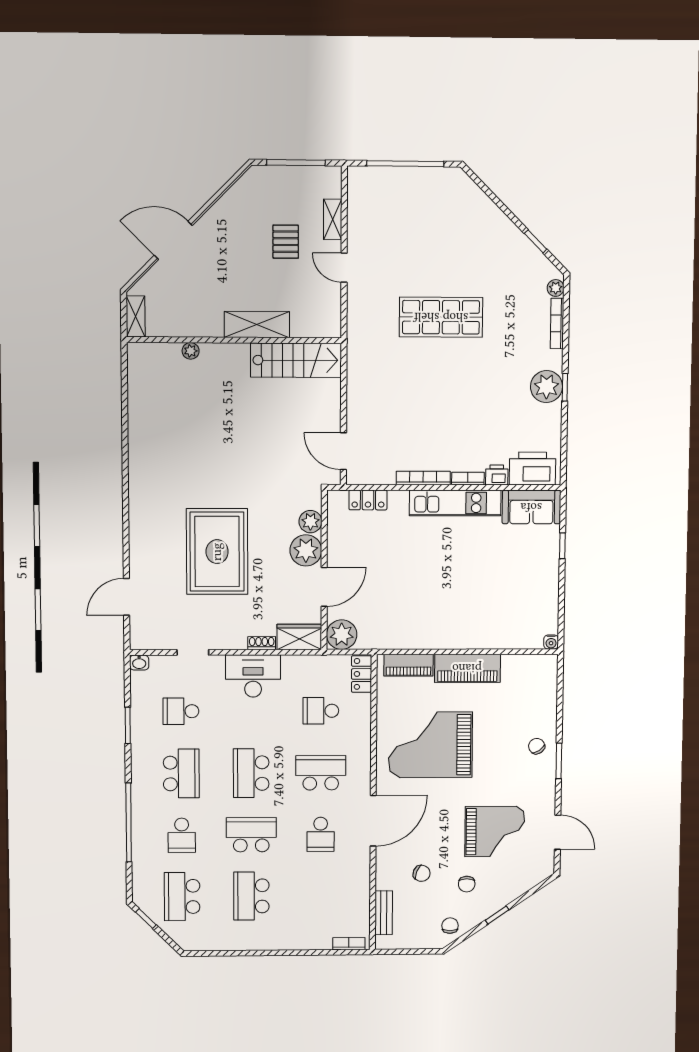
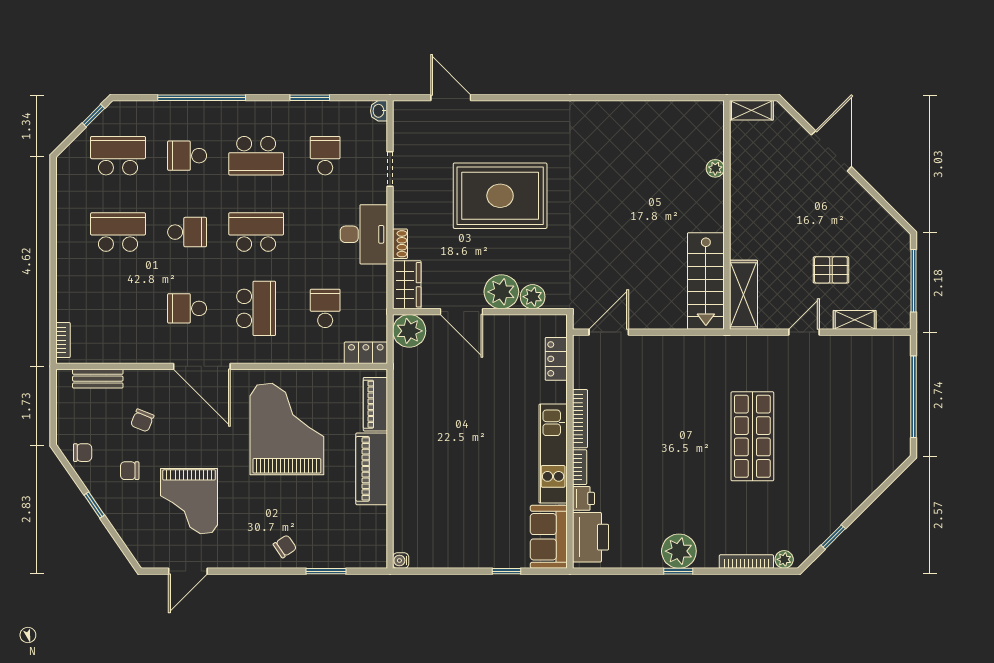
shelving: (257, 325) -> (743, 295), moved
window: (559, 761) -> (326, 571), moved
school desk: (251, 835) -> (187, 232), width x0.54

